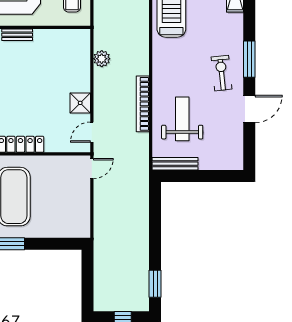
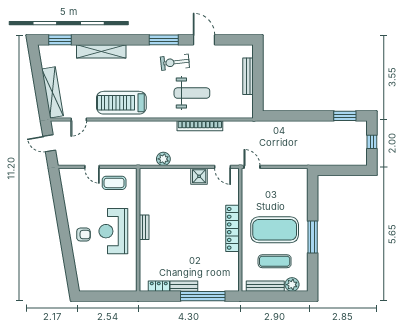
weight bench: (182, 119) -> (192, 93), moved, turned 180
bench: (175, 164) -> (248, 76), moved

